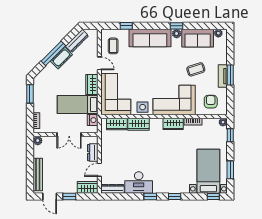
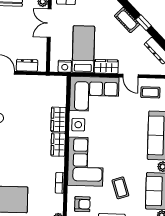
window: (53, 53) -> (144, 23), width x0.46
cot: (61, 58) -> (127, 20), moved
door: (99, 63) -> (130, 76), hinge flipped
wardrobe: (117, 124) -> (59, 94), removed
wardrobe: (173, 124) -> (58, 145), moved
double door: (69, 134) -> (49, 23), moved

